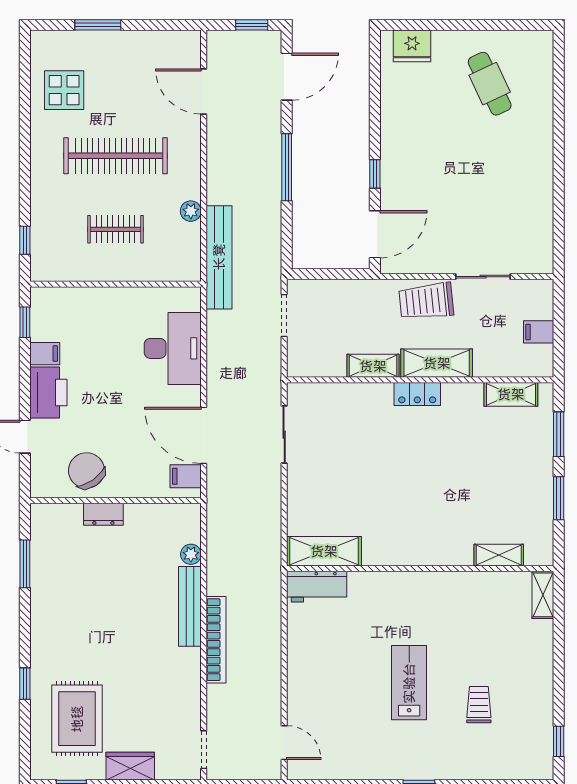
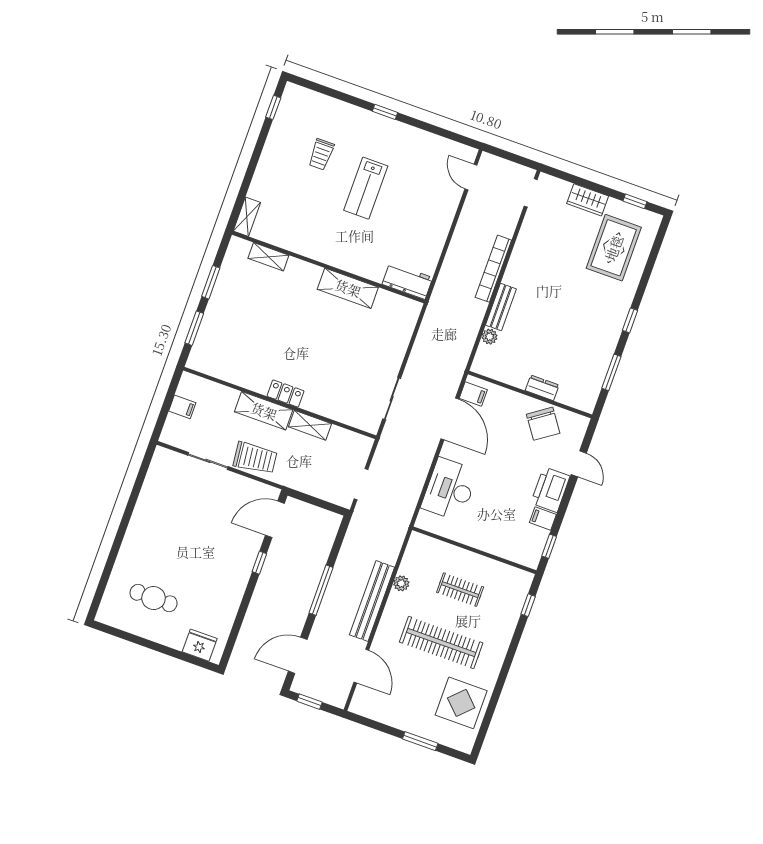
cafe table: (490, 84) -> (154, 598), turned -65
display table: (64, 90) -> (461, 703), width x1.36, depth x1.36
bench: (219, 257) -> (372, 601), moved
shelving: (511, 394) -> (218, 369), removed
shelving: (324, 551) -> (348, 288), moved
bench: (190, 606) -> (501, 307), width x0.73
window: (25, 684) -> (630, 320), moved

